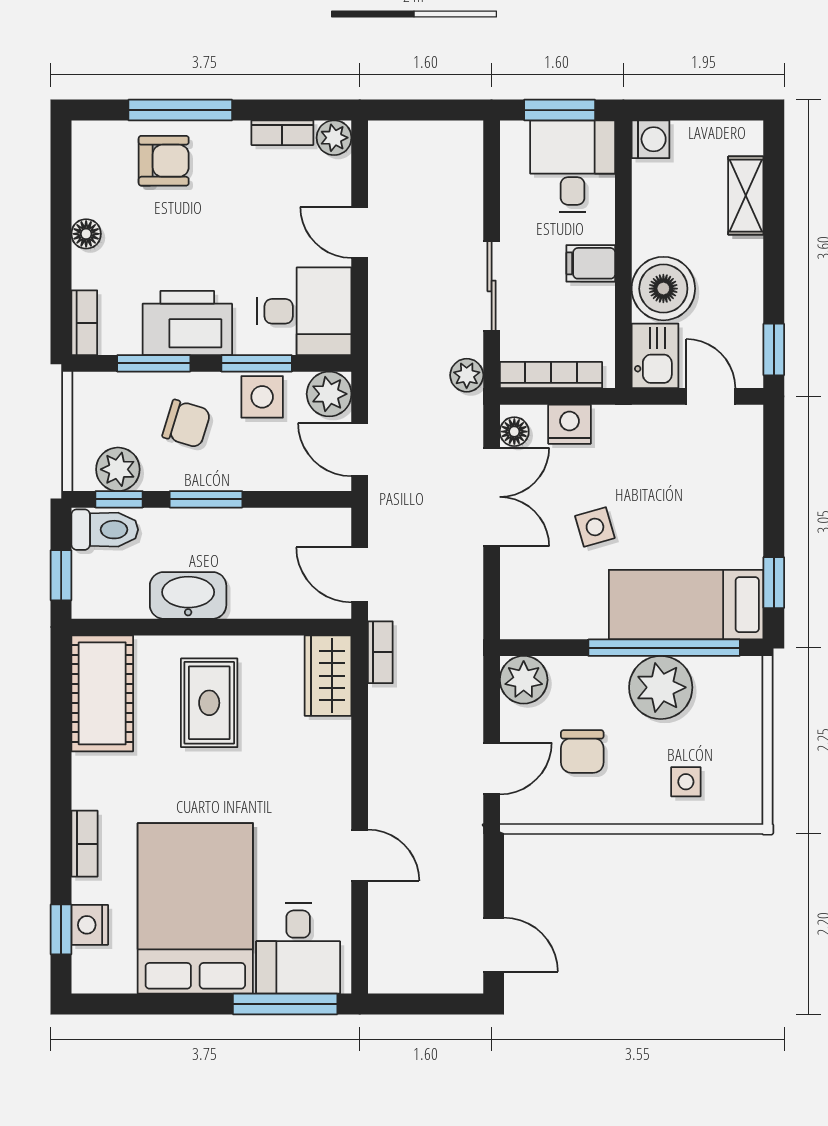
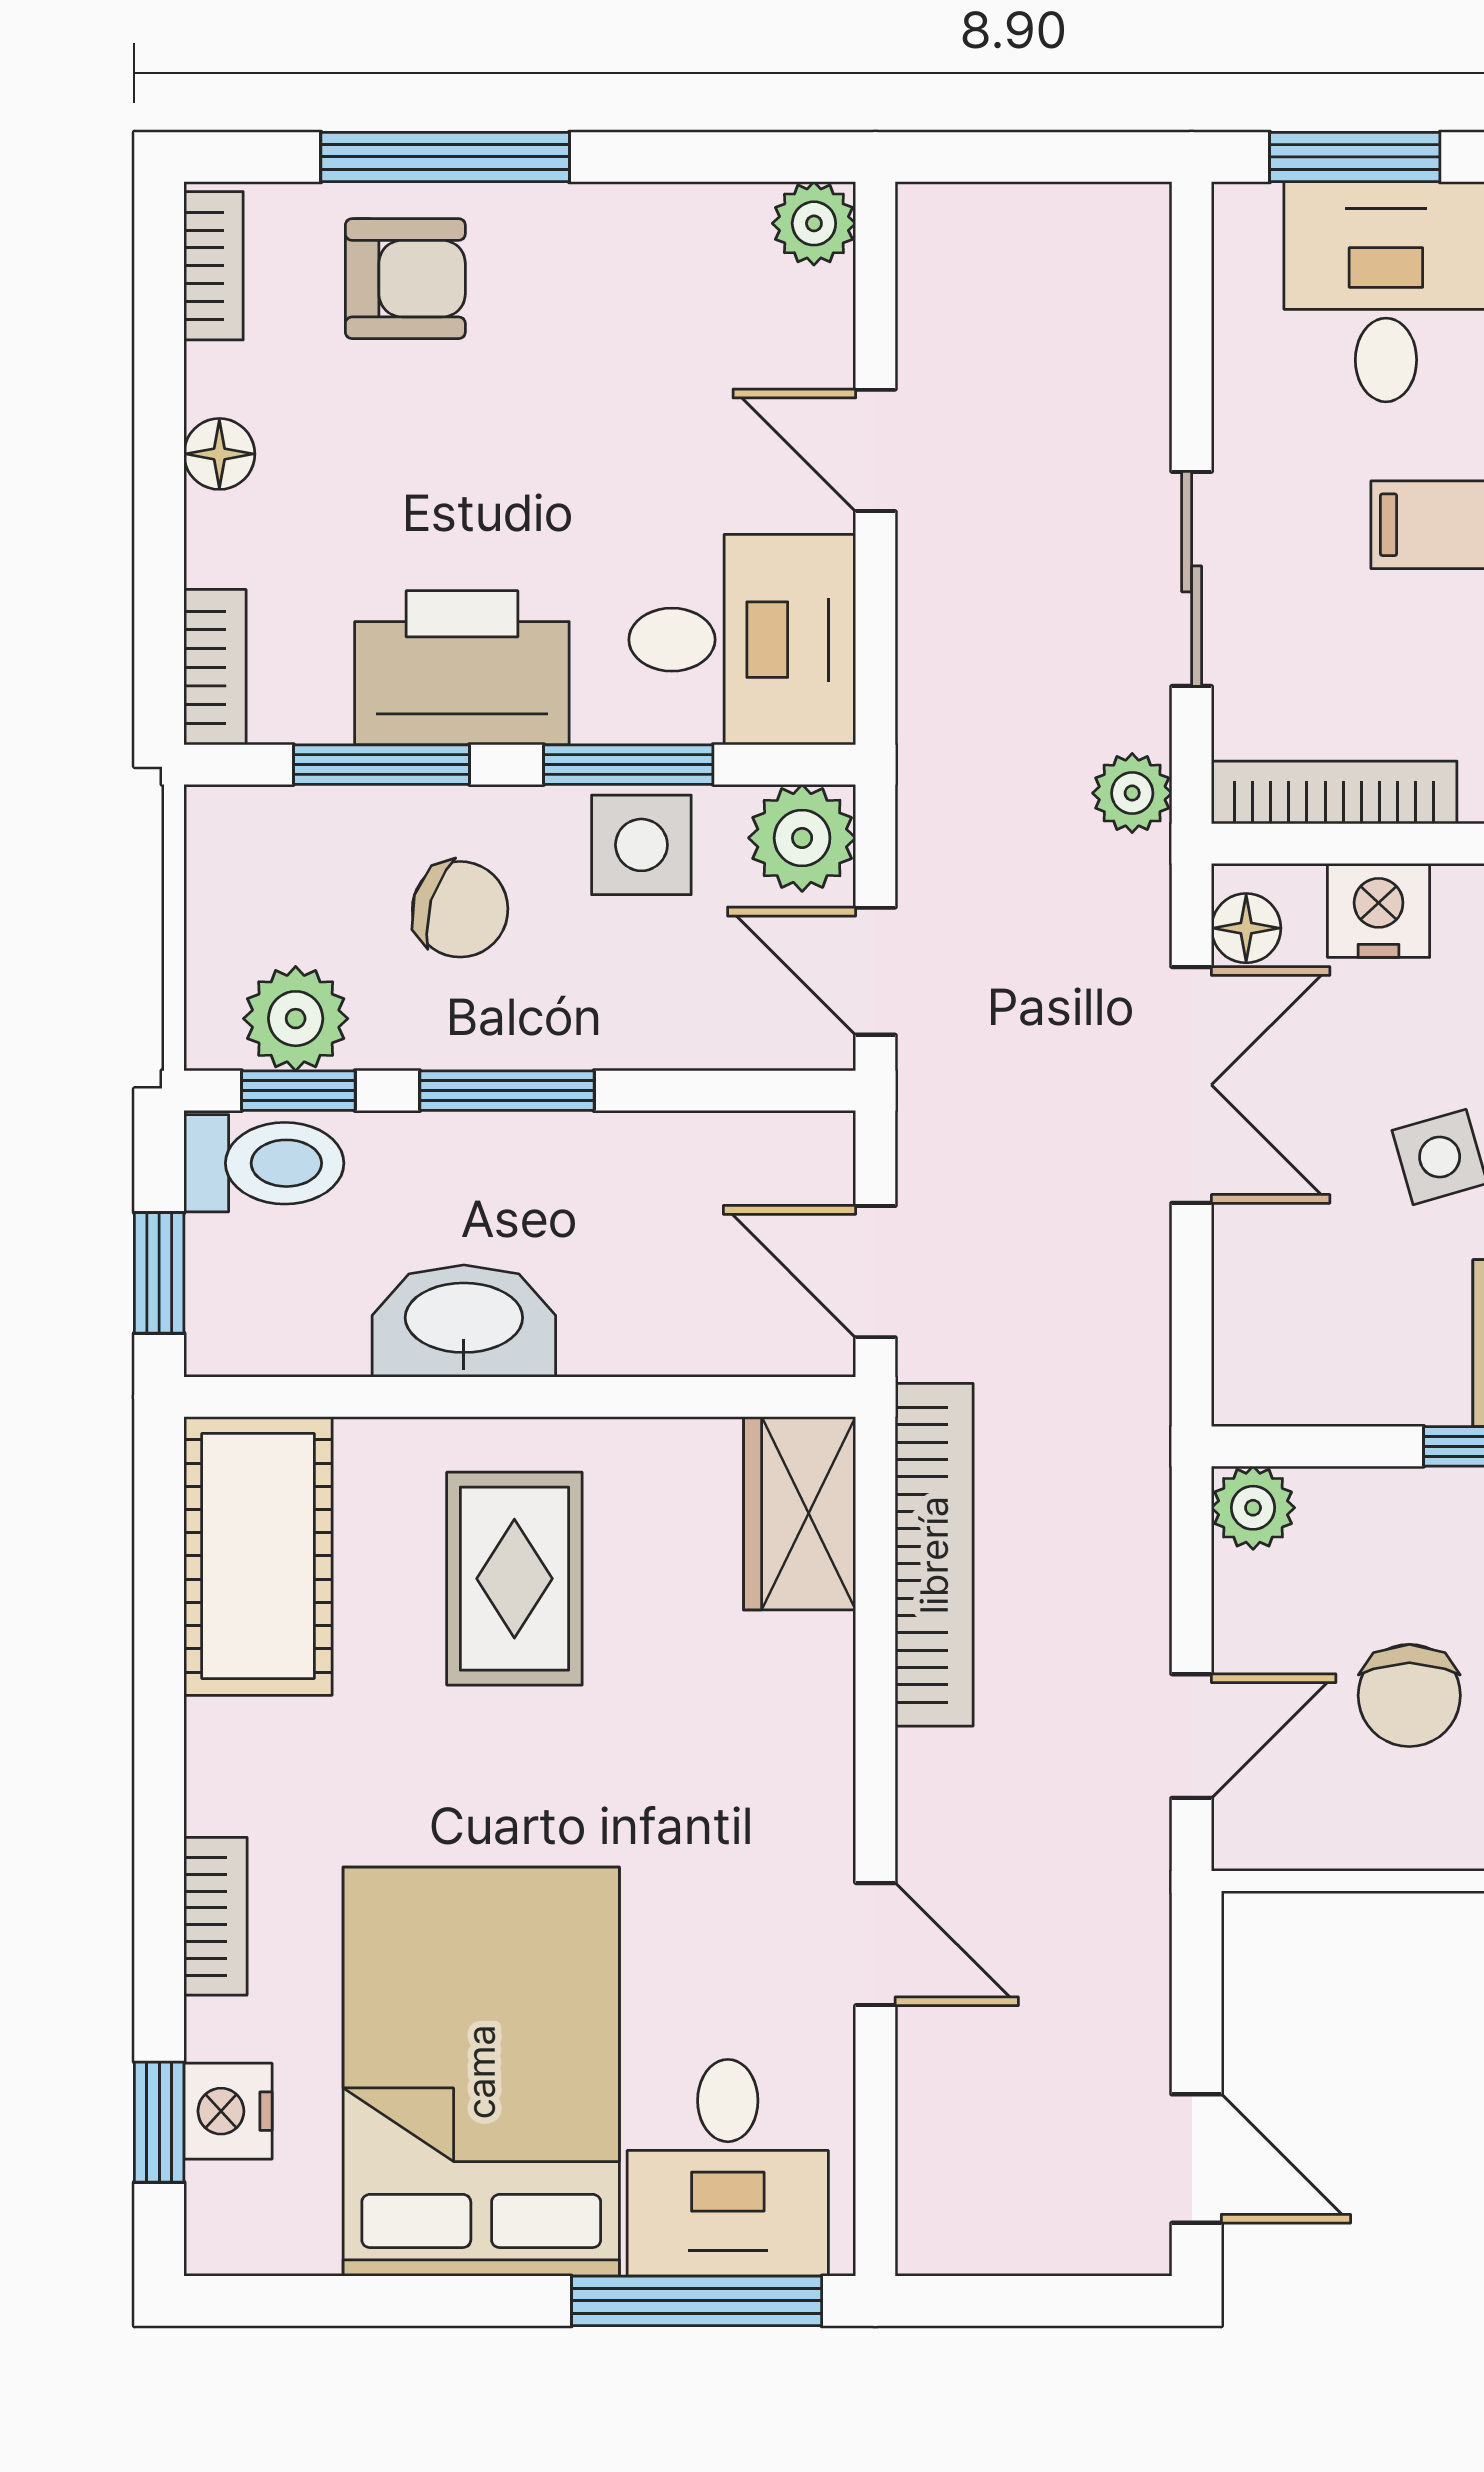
bookcase: (282, 133) -> (214, 266), moved, turned -90
bookcase: (380, 652) -> (934, 1555), width x2.31, depth x1.31
plant: (524, 680) -> (1253, 1508), width x0.73, depth x0.73

